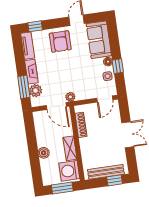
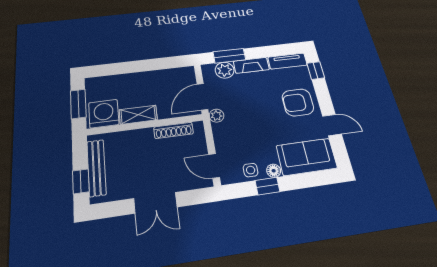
boiler: (44, 153) -> (134, 80), removed

